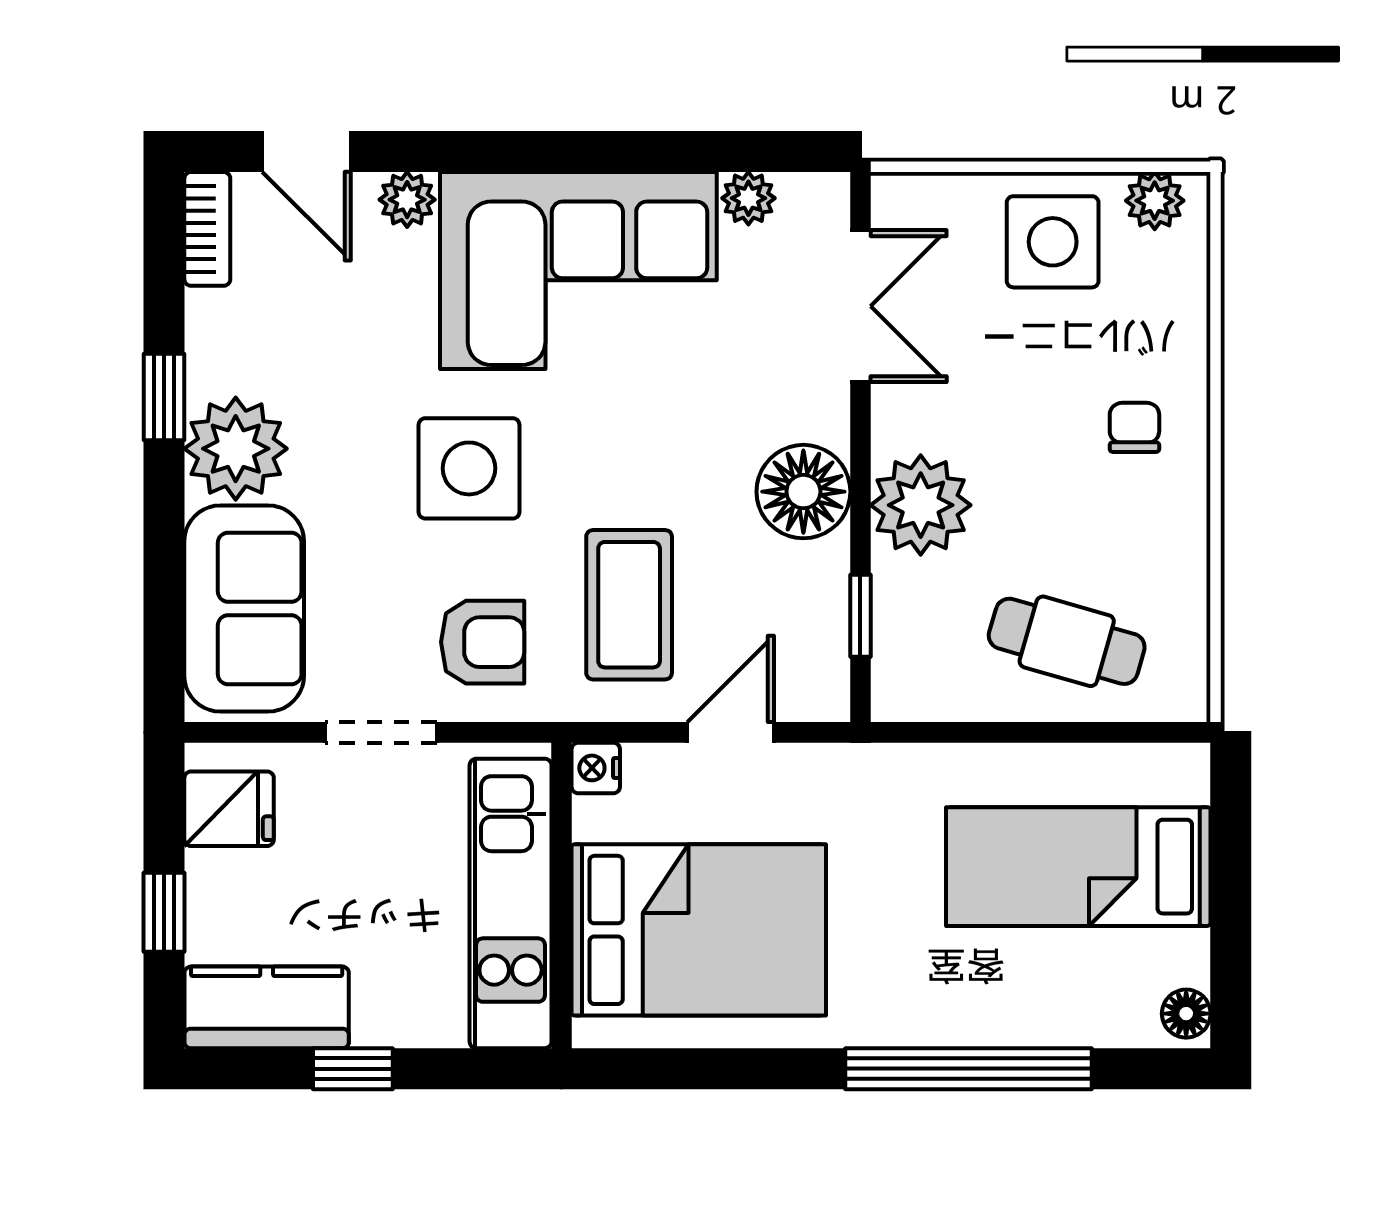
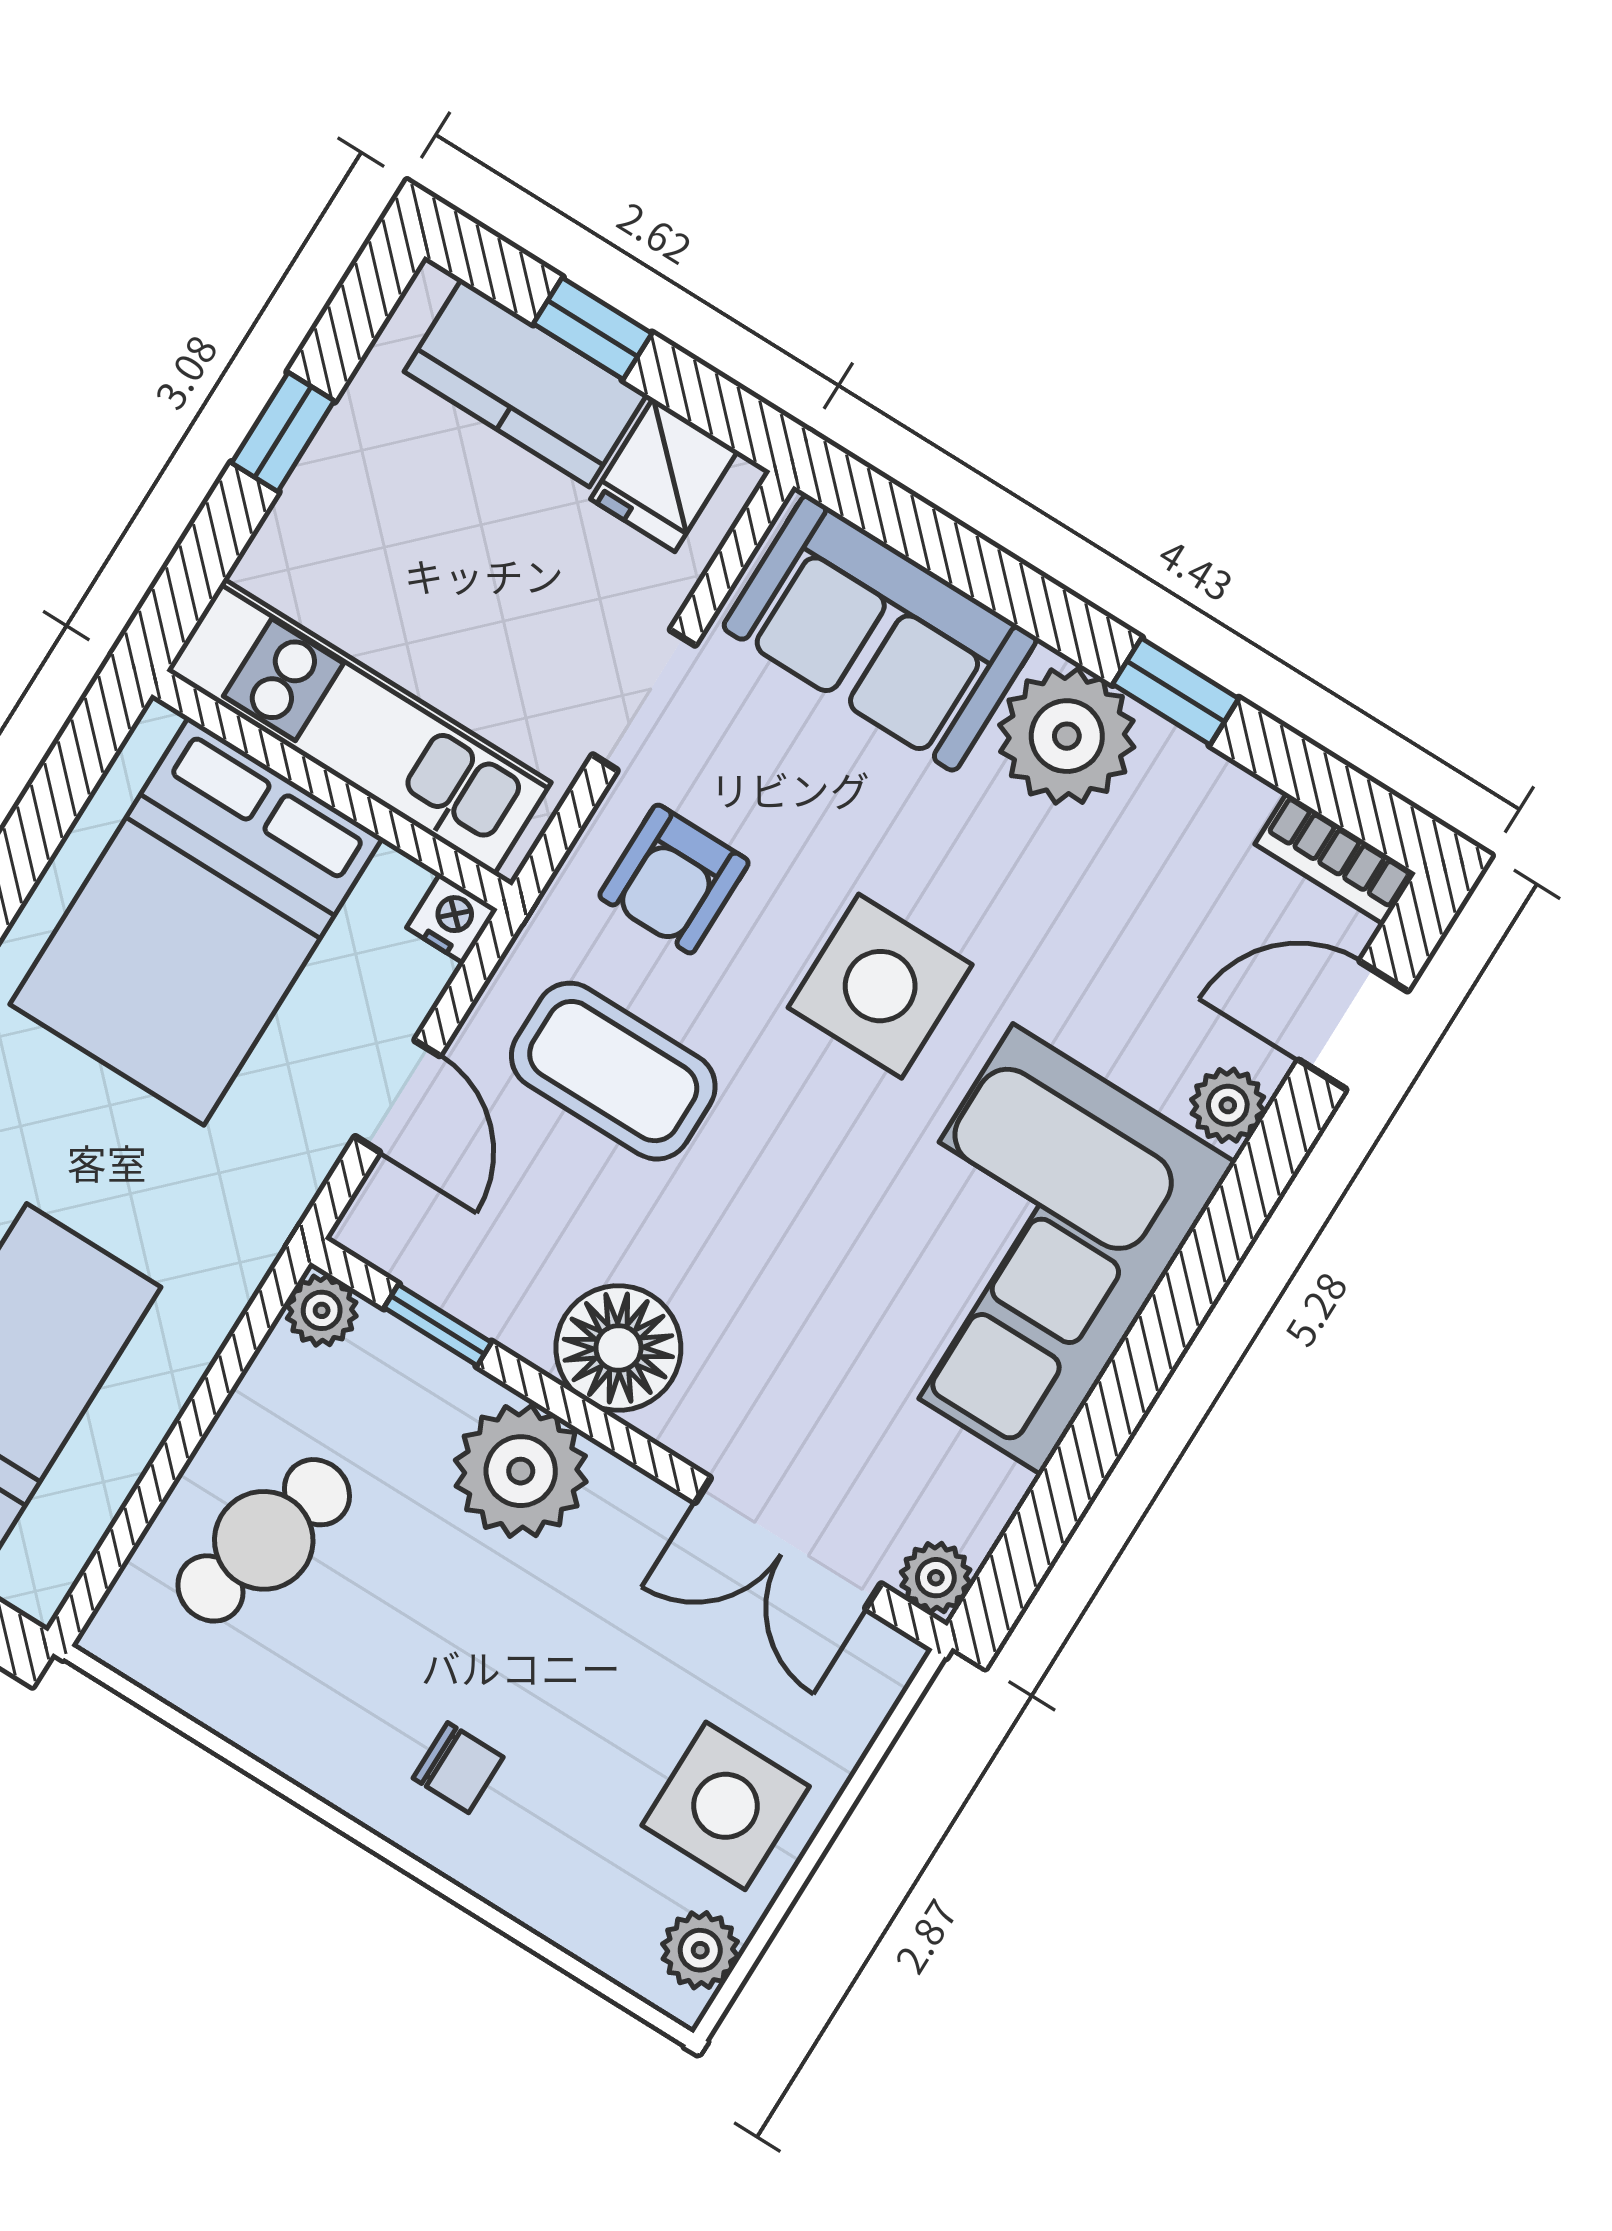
plant: (748, 198) -> (936, 1578), moved
plant: (897, 696) -> (322, 1310), added
kitchen counter: (267, 1007) -> (525, 383), moved, turned 90

